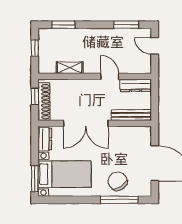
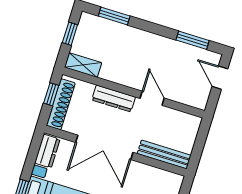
shelving: (70, 68) -> (83, 65), moved
dresser: (136, 85) -> (114, 98), moved

